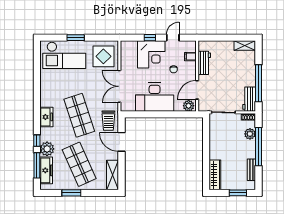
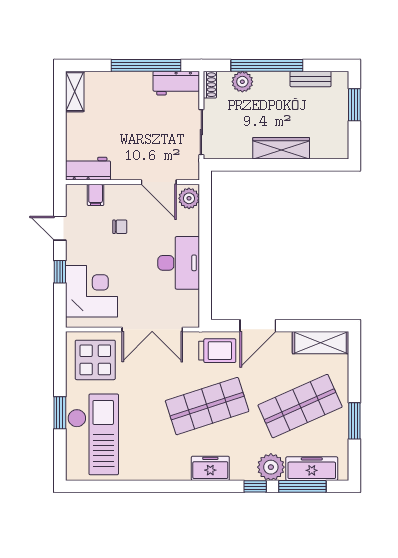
corner desk: (151, 54) -> (91, 291), moved
workbench: (204, 63) -> (88, 169), moved
desk: (155, 97) -> (179, 263), width x0.73, depth x0.77
wardrobe: (215, 175) -> (281, 148), moved

